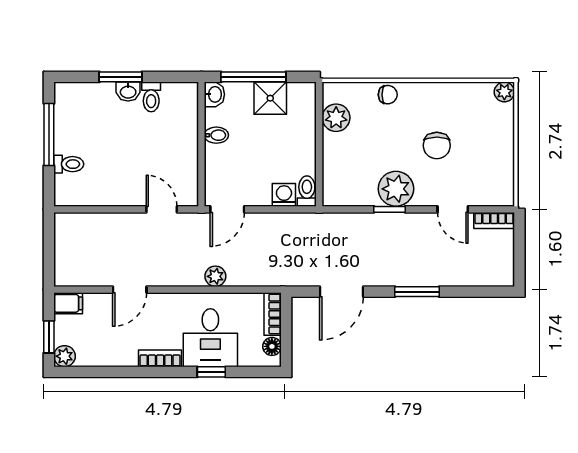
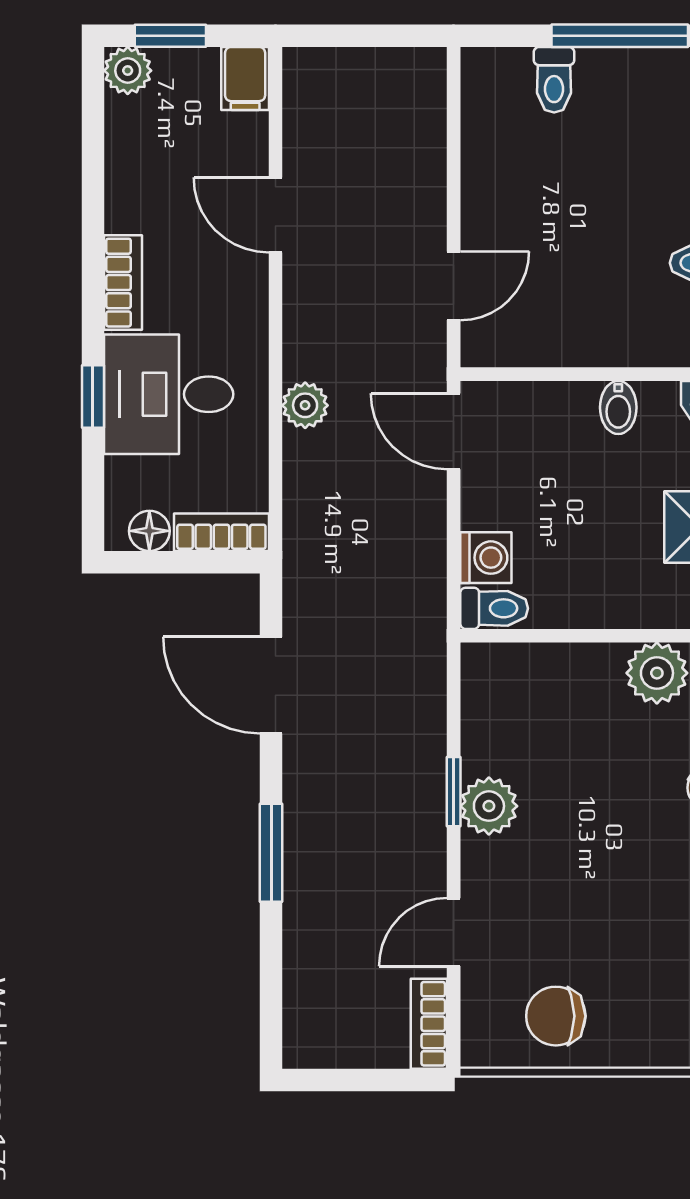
chair: (437, 146) -> (556, 1016), moved
plant: (396, 189) -> (489, 806), width x0.73, depth x0.73

